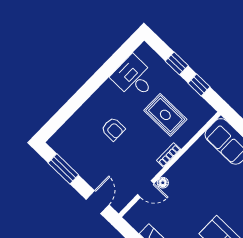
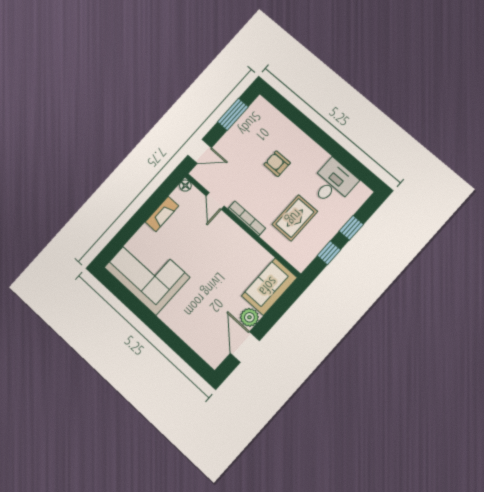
armchair: (113, 129) -> (277, 164), turned 90
bookcase: (169, 155) -> (247, 218), width x1.56
floor lamp: (163, 183) -> (185, 186), moved

